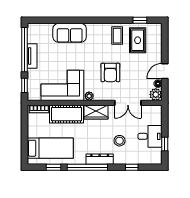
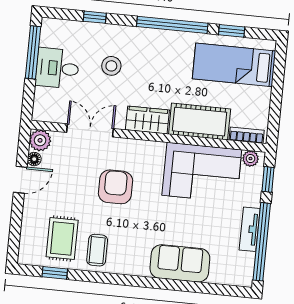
plant: (89, 96) -> (250, 159), moved
window: (165, 144) -> (33, 52), width x2.17
dresser: (100, 159) -> (149, 37), removed

